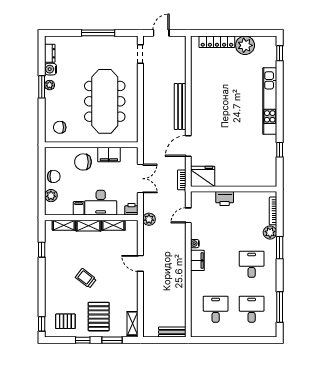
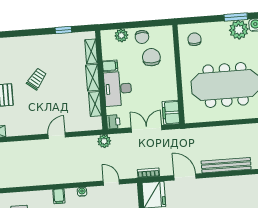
plant: (50, 85) -> (239, 30), width x1.88, depth x1.88
filing cabinet: (109, 155) -> (171, 113), moved
chair: (83, 162) -> (151, 57), moved
double door: (140, 179) -> (147, 129), swing flipped
filing cabinet: (197, 260) -> (59, 196), width x0.50

